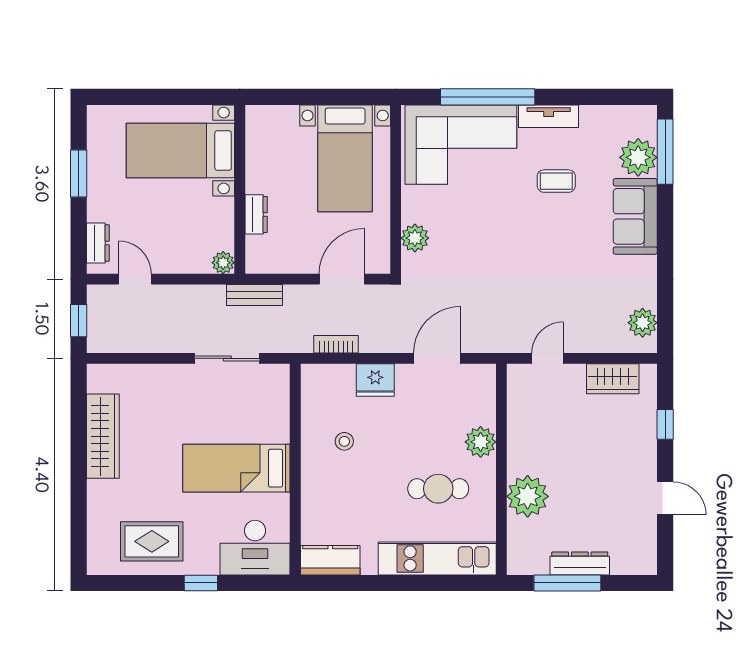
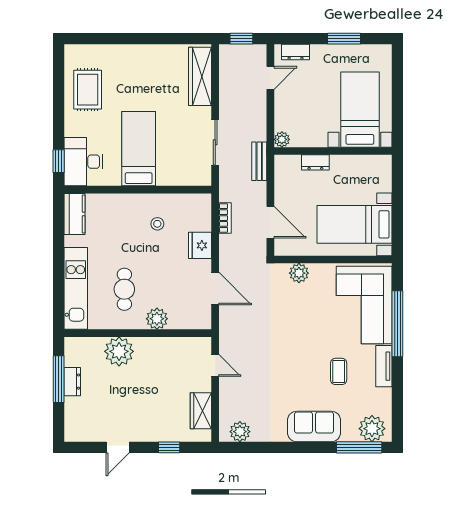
plant: (638, 157) -> (372, 429), moved
wardrobe: (103, 436) -> (200, 76), moved, turned 90
dresser: (580, 563) -> (72, 382), width x0.70
window: (201, 583) -> (59, 161), moved

